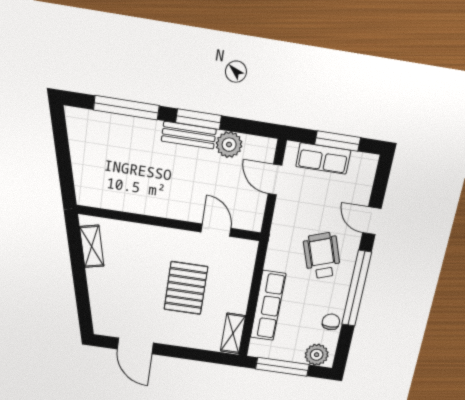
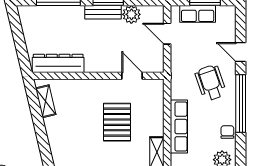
dresser: (115, 198) -> (58, 63), added

